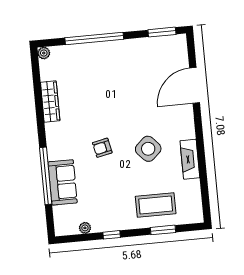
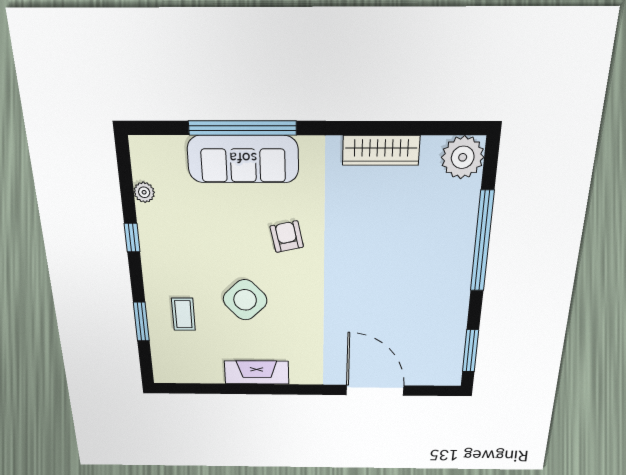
plant: (44, 53) -> (463, 157), width x1.87, depth x1.87
side table: (148, 149) -> (245, 300), moved
sofa: (63, 182) -> (243, 159), width x1.36
coffee table: (156, 205) -> (183, 314), width x0.54, depth x0.58

